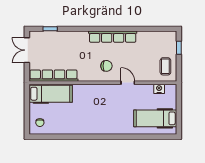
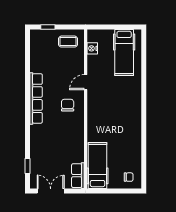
double door: (27, 50) -> (51, 191), swing flipped
row of seats: (53, 76) -> (78, 176), width x0.50

